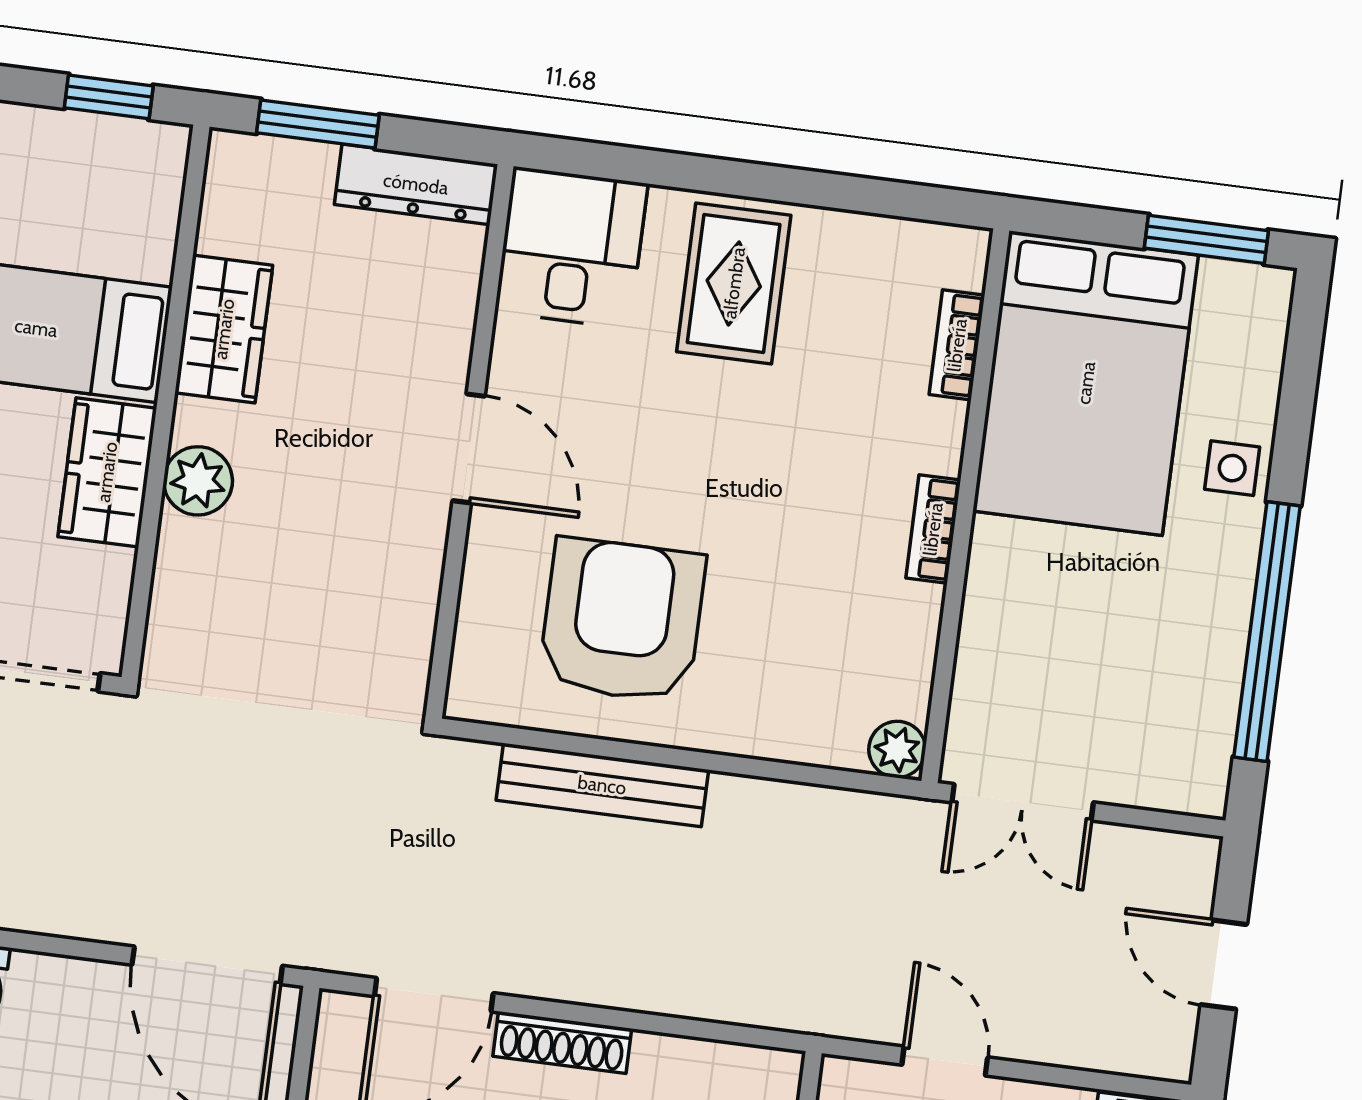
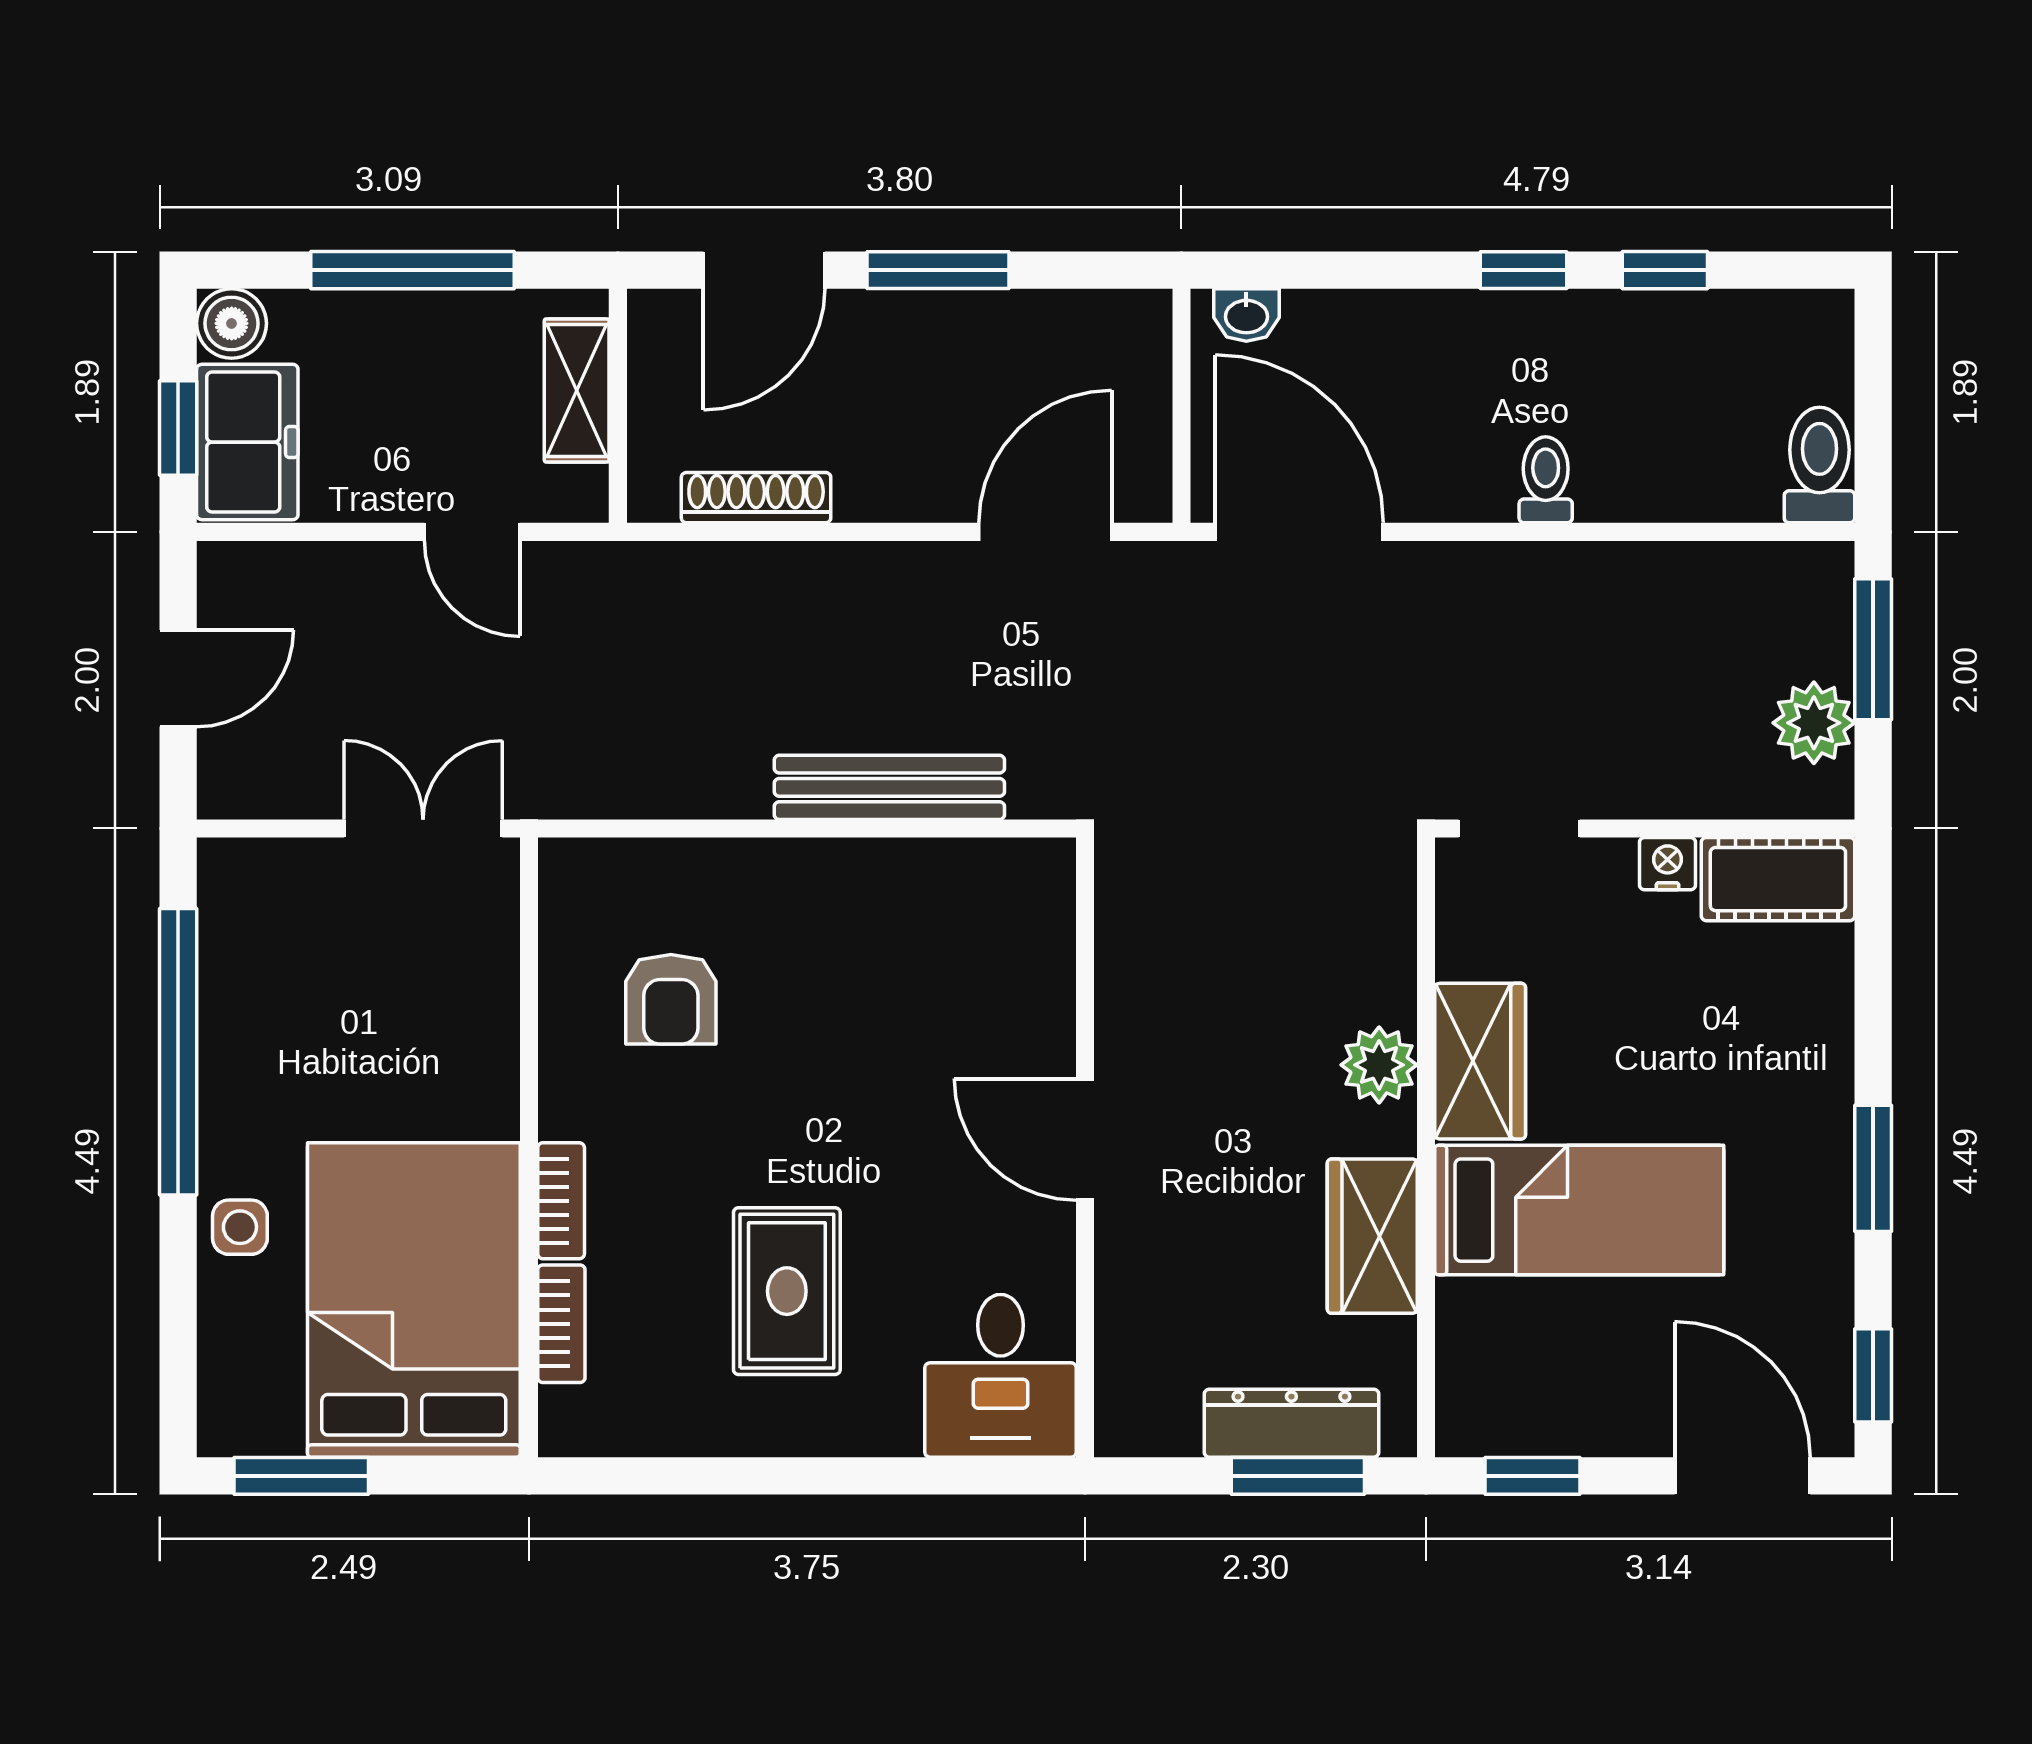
dresser: (416, 184) -> (1291, 1423), moved
rug: (734, 283) -> (787, 1291), moved
bookcase: (933, 529) -> (561, 1201), moved
armchair: (622, 620) -> (671, 999), moved, width x0.53, depth x0.53
plant: (897, 749) -> (569, 869), removed
door: (1224, 965) -> (178, 678), hinge flipped
shoe rack: (562, 1042) -> (756, 498), moved

